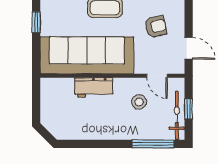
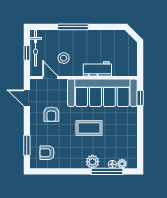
window: (36, 22) -> (140, 98), moved
armchair: (156, 26) -> (51, 114), turned -78
window: (153, 144) -> (73, 27), moved

